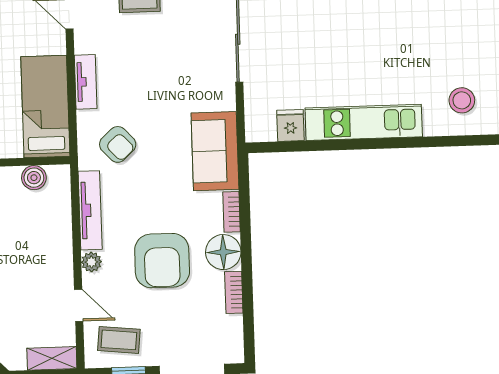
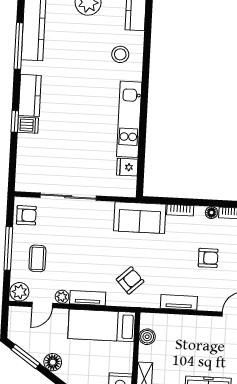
tv unit: (90, 210) -> (179, 302), width x0.71
floor lamp: (223, 252) -> (211, 213), width x0.53, depth x0.53
armchair: (162, 261) -> (208, 258), width x0.53, depth x0.53
plant: (91, 262) -> (62, 297), moved

